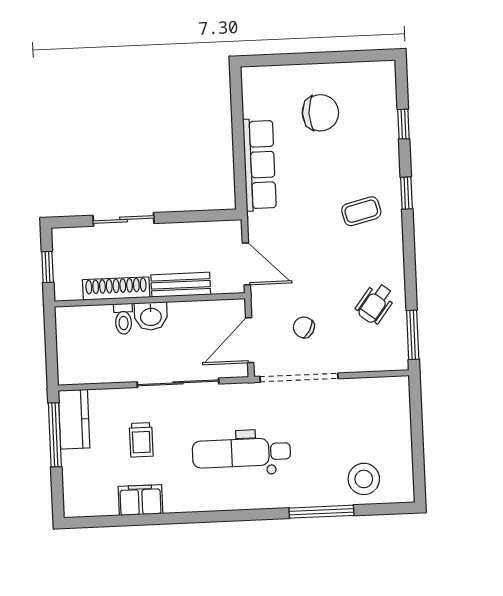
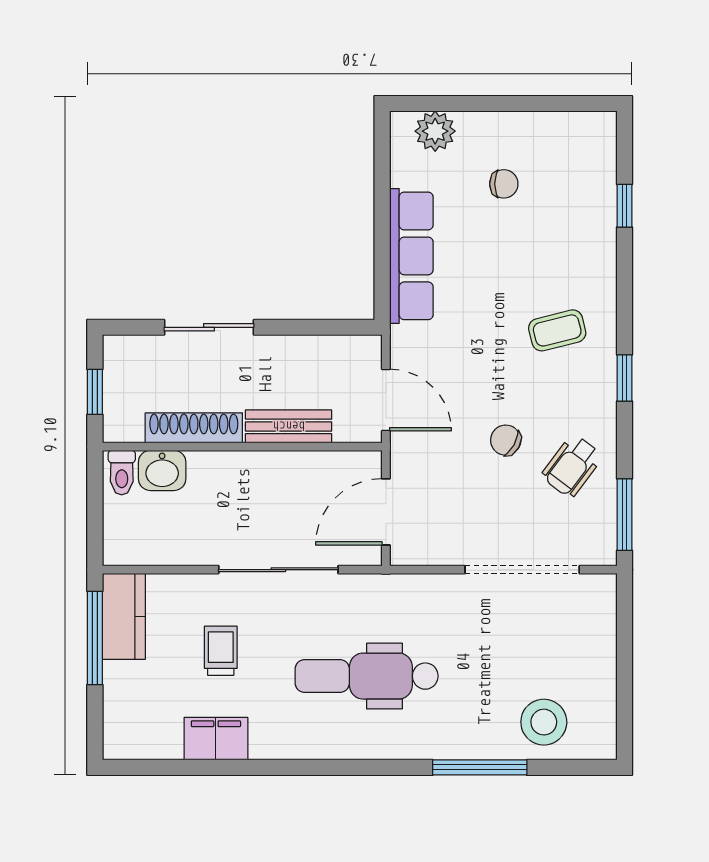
plant: (272, 79) -> (435, 131), added
chair: (320, 113) -> (504, 184), width x0.54, depth x0.54
window: (406, 193) -> (624, 378), moved
washbasin: (151, 316) -> (162, 470), moved
toilet: (123, 319) -> (122, 473), moved
chair: (304, 327) -> (506, 440), moved
doorway: (299, 378) -> (522, 570), moved
trolley: (141, 440) -> (221, 651), turned 180

